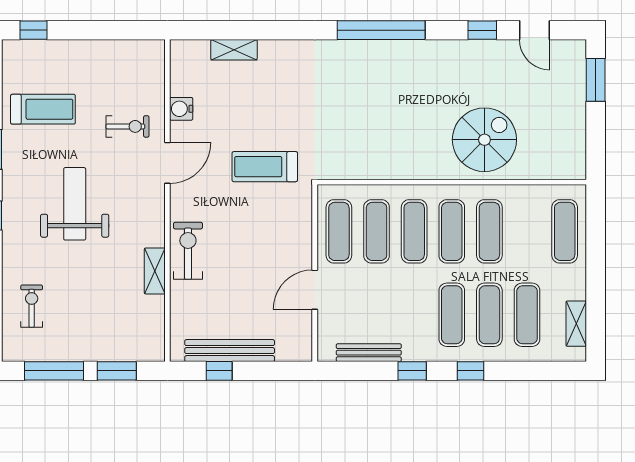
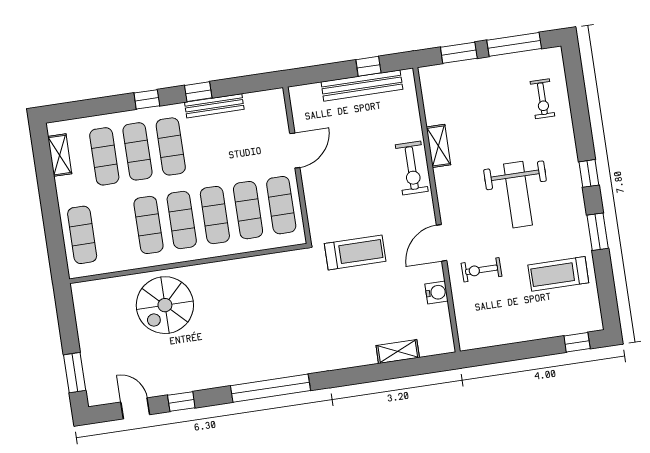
bench: (369, 353) -> (214, 106), moved

